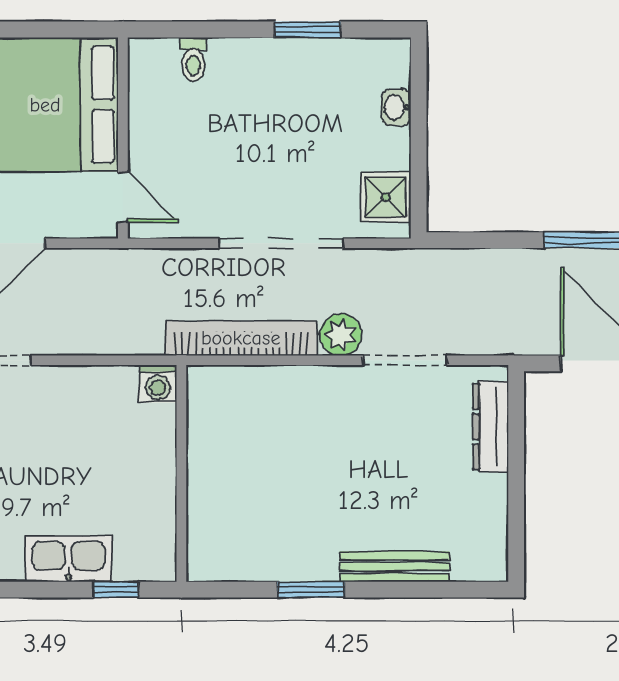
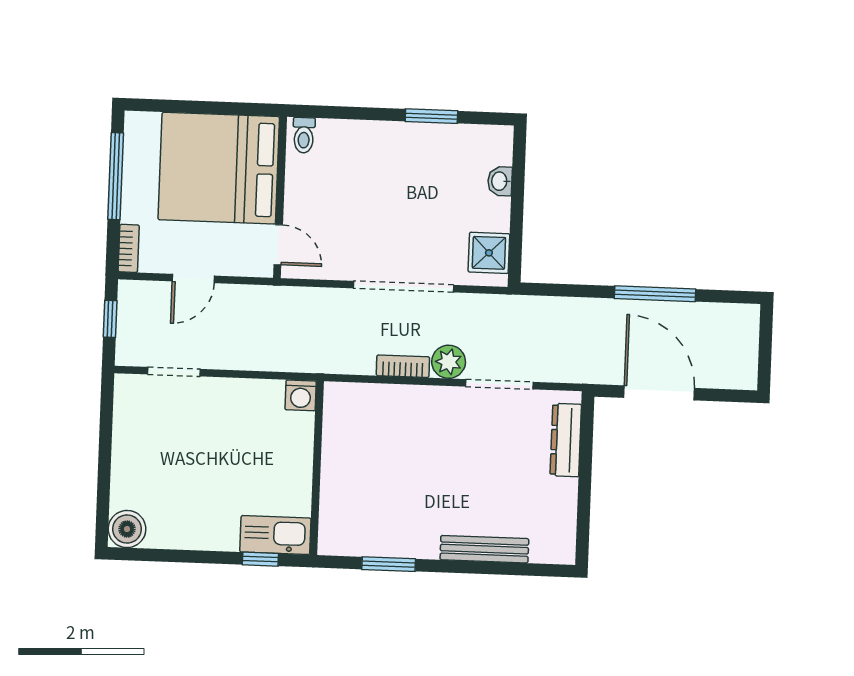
toilet: (193, 59) -> (304, 135), moved
bookcase: (241, 338) -> (403, 366), width x0.43, depth x0.76
kitchen sink: (68, 559) -> (275, 535), moved
window: (311, 590) -> (389, 564), moved

